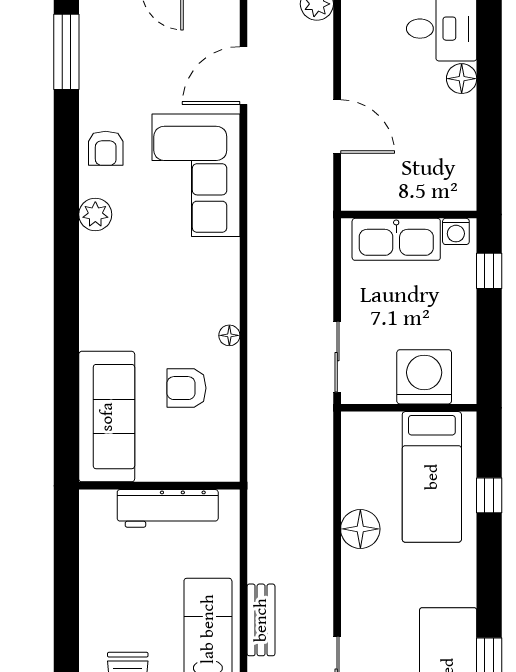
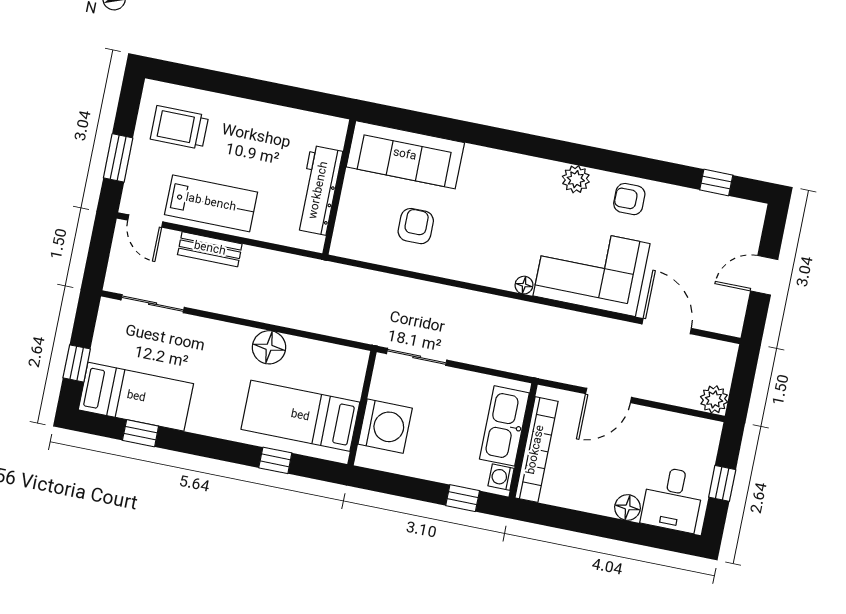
window: (66, 52) -> (716, 183), width x0.46
bookcase: (416, 197) -> (536, 450), added
floor lamp: (229, 335) -> (524, 285), moved

